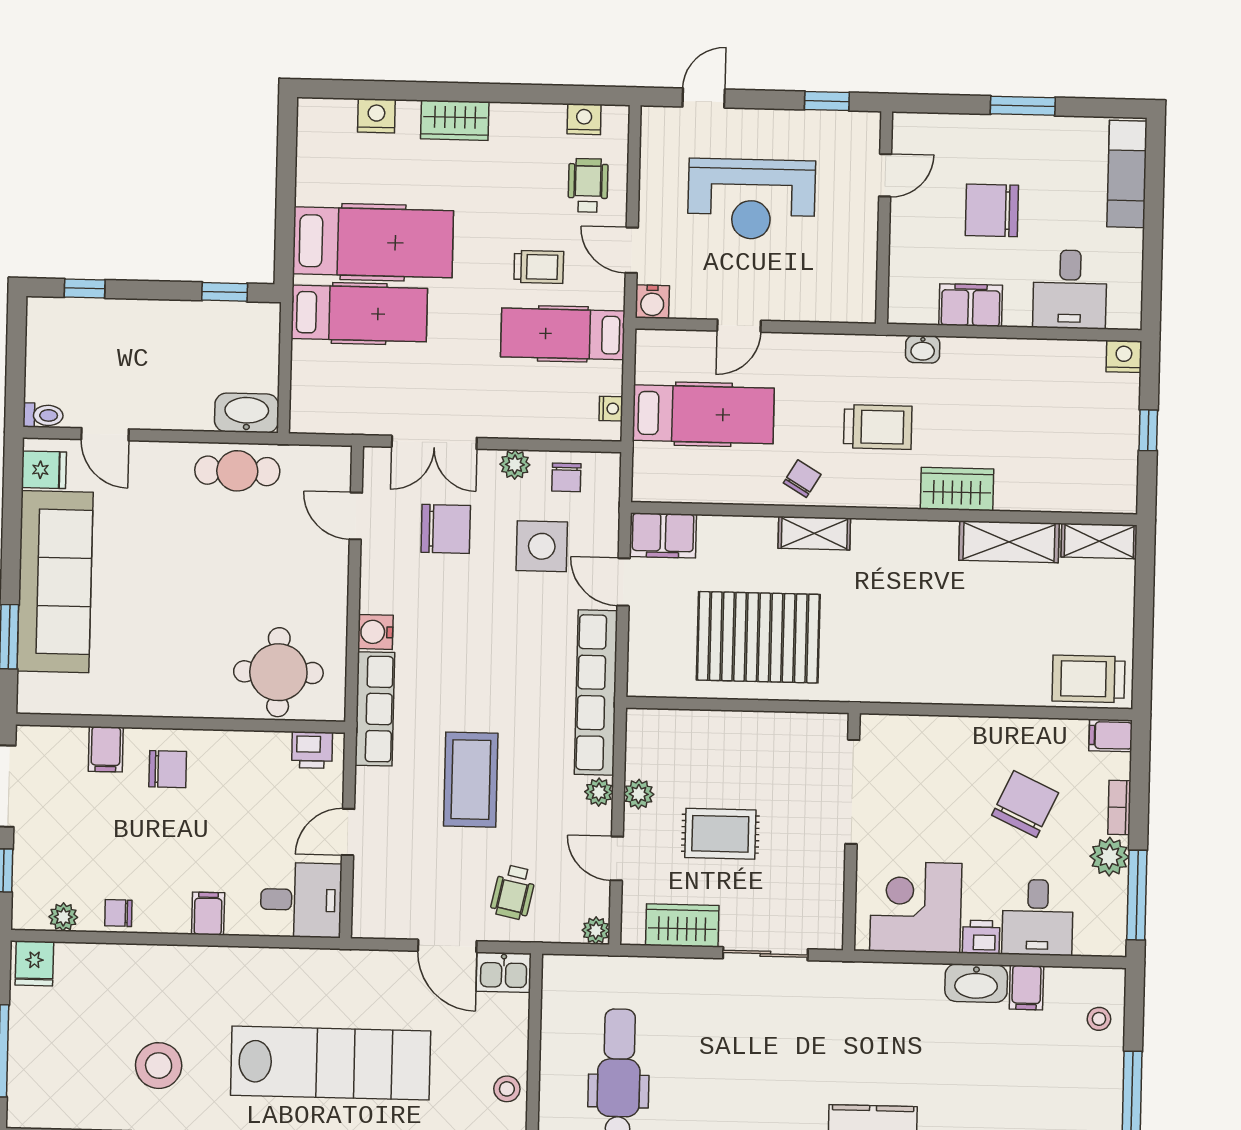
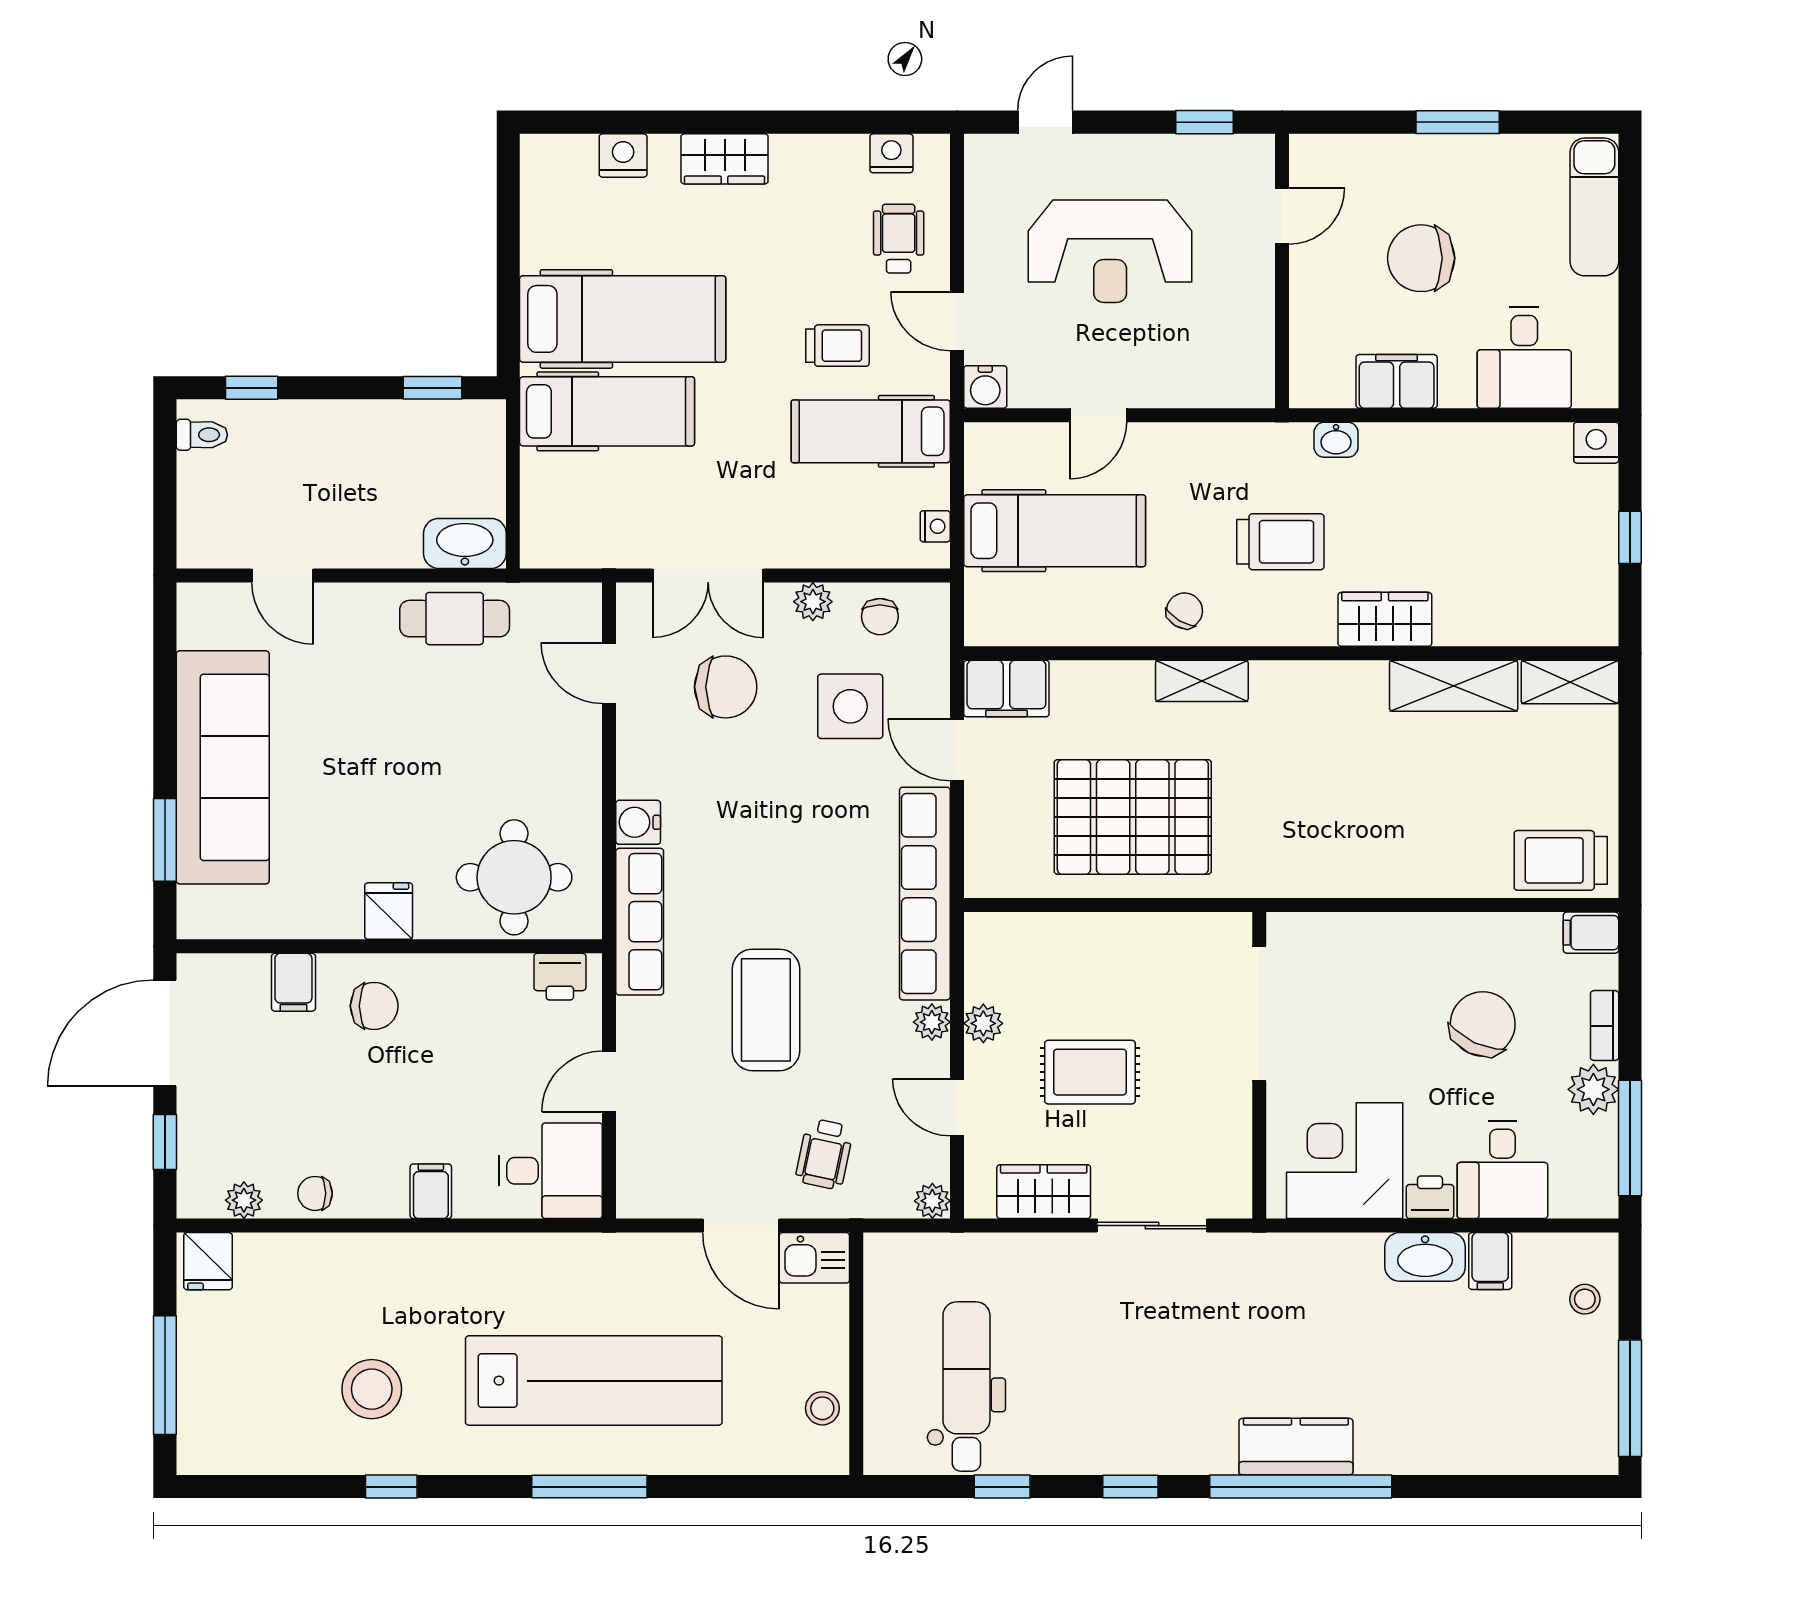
toilet: (43, 415) -> (202, 435), moved
fridge: (44, 470) -> (389, 911), moved, turned -90

